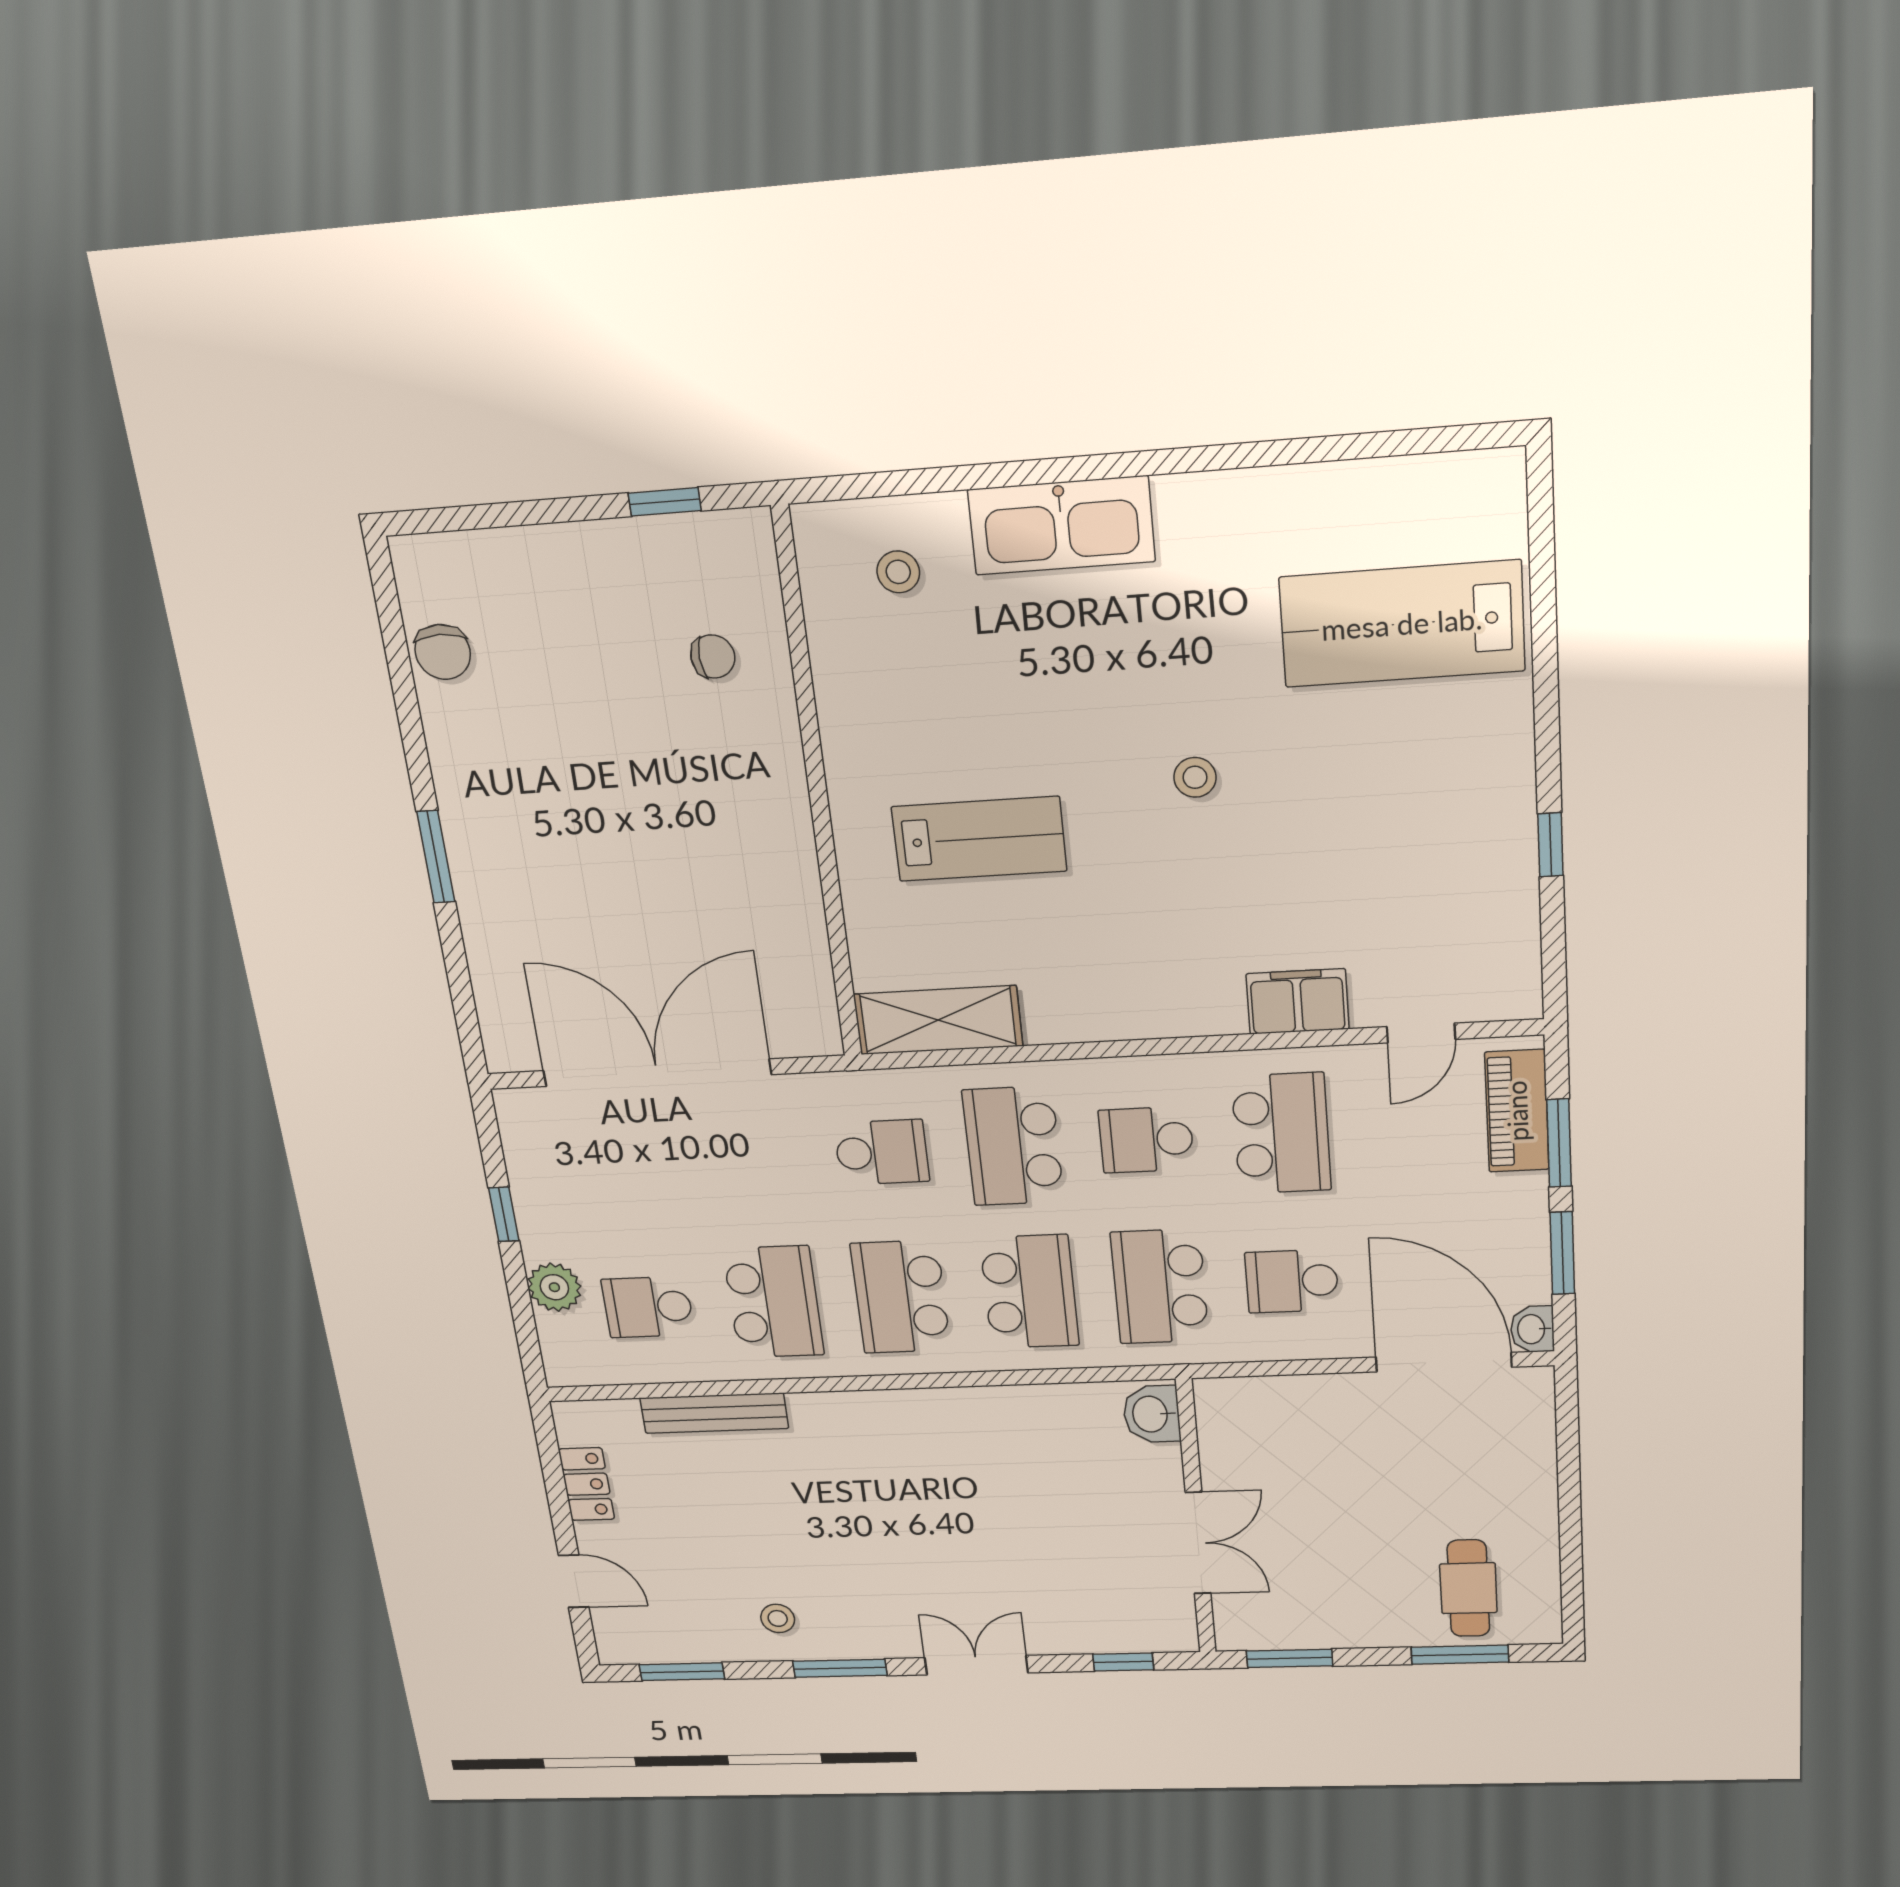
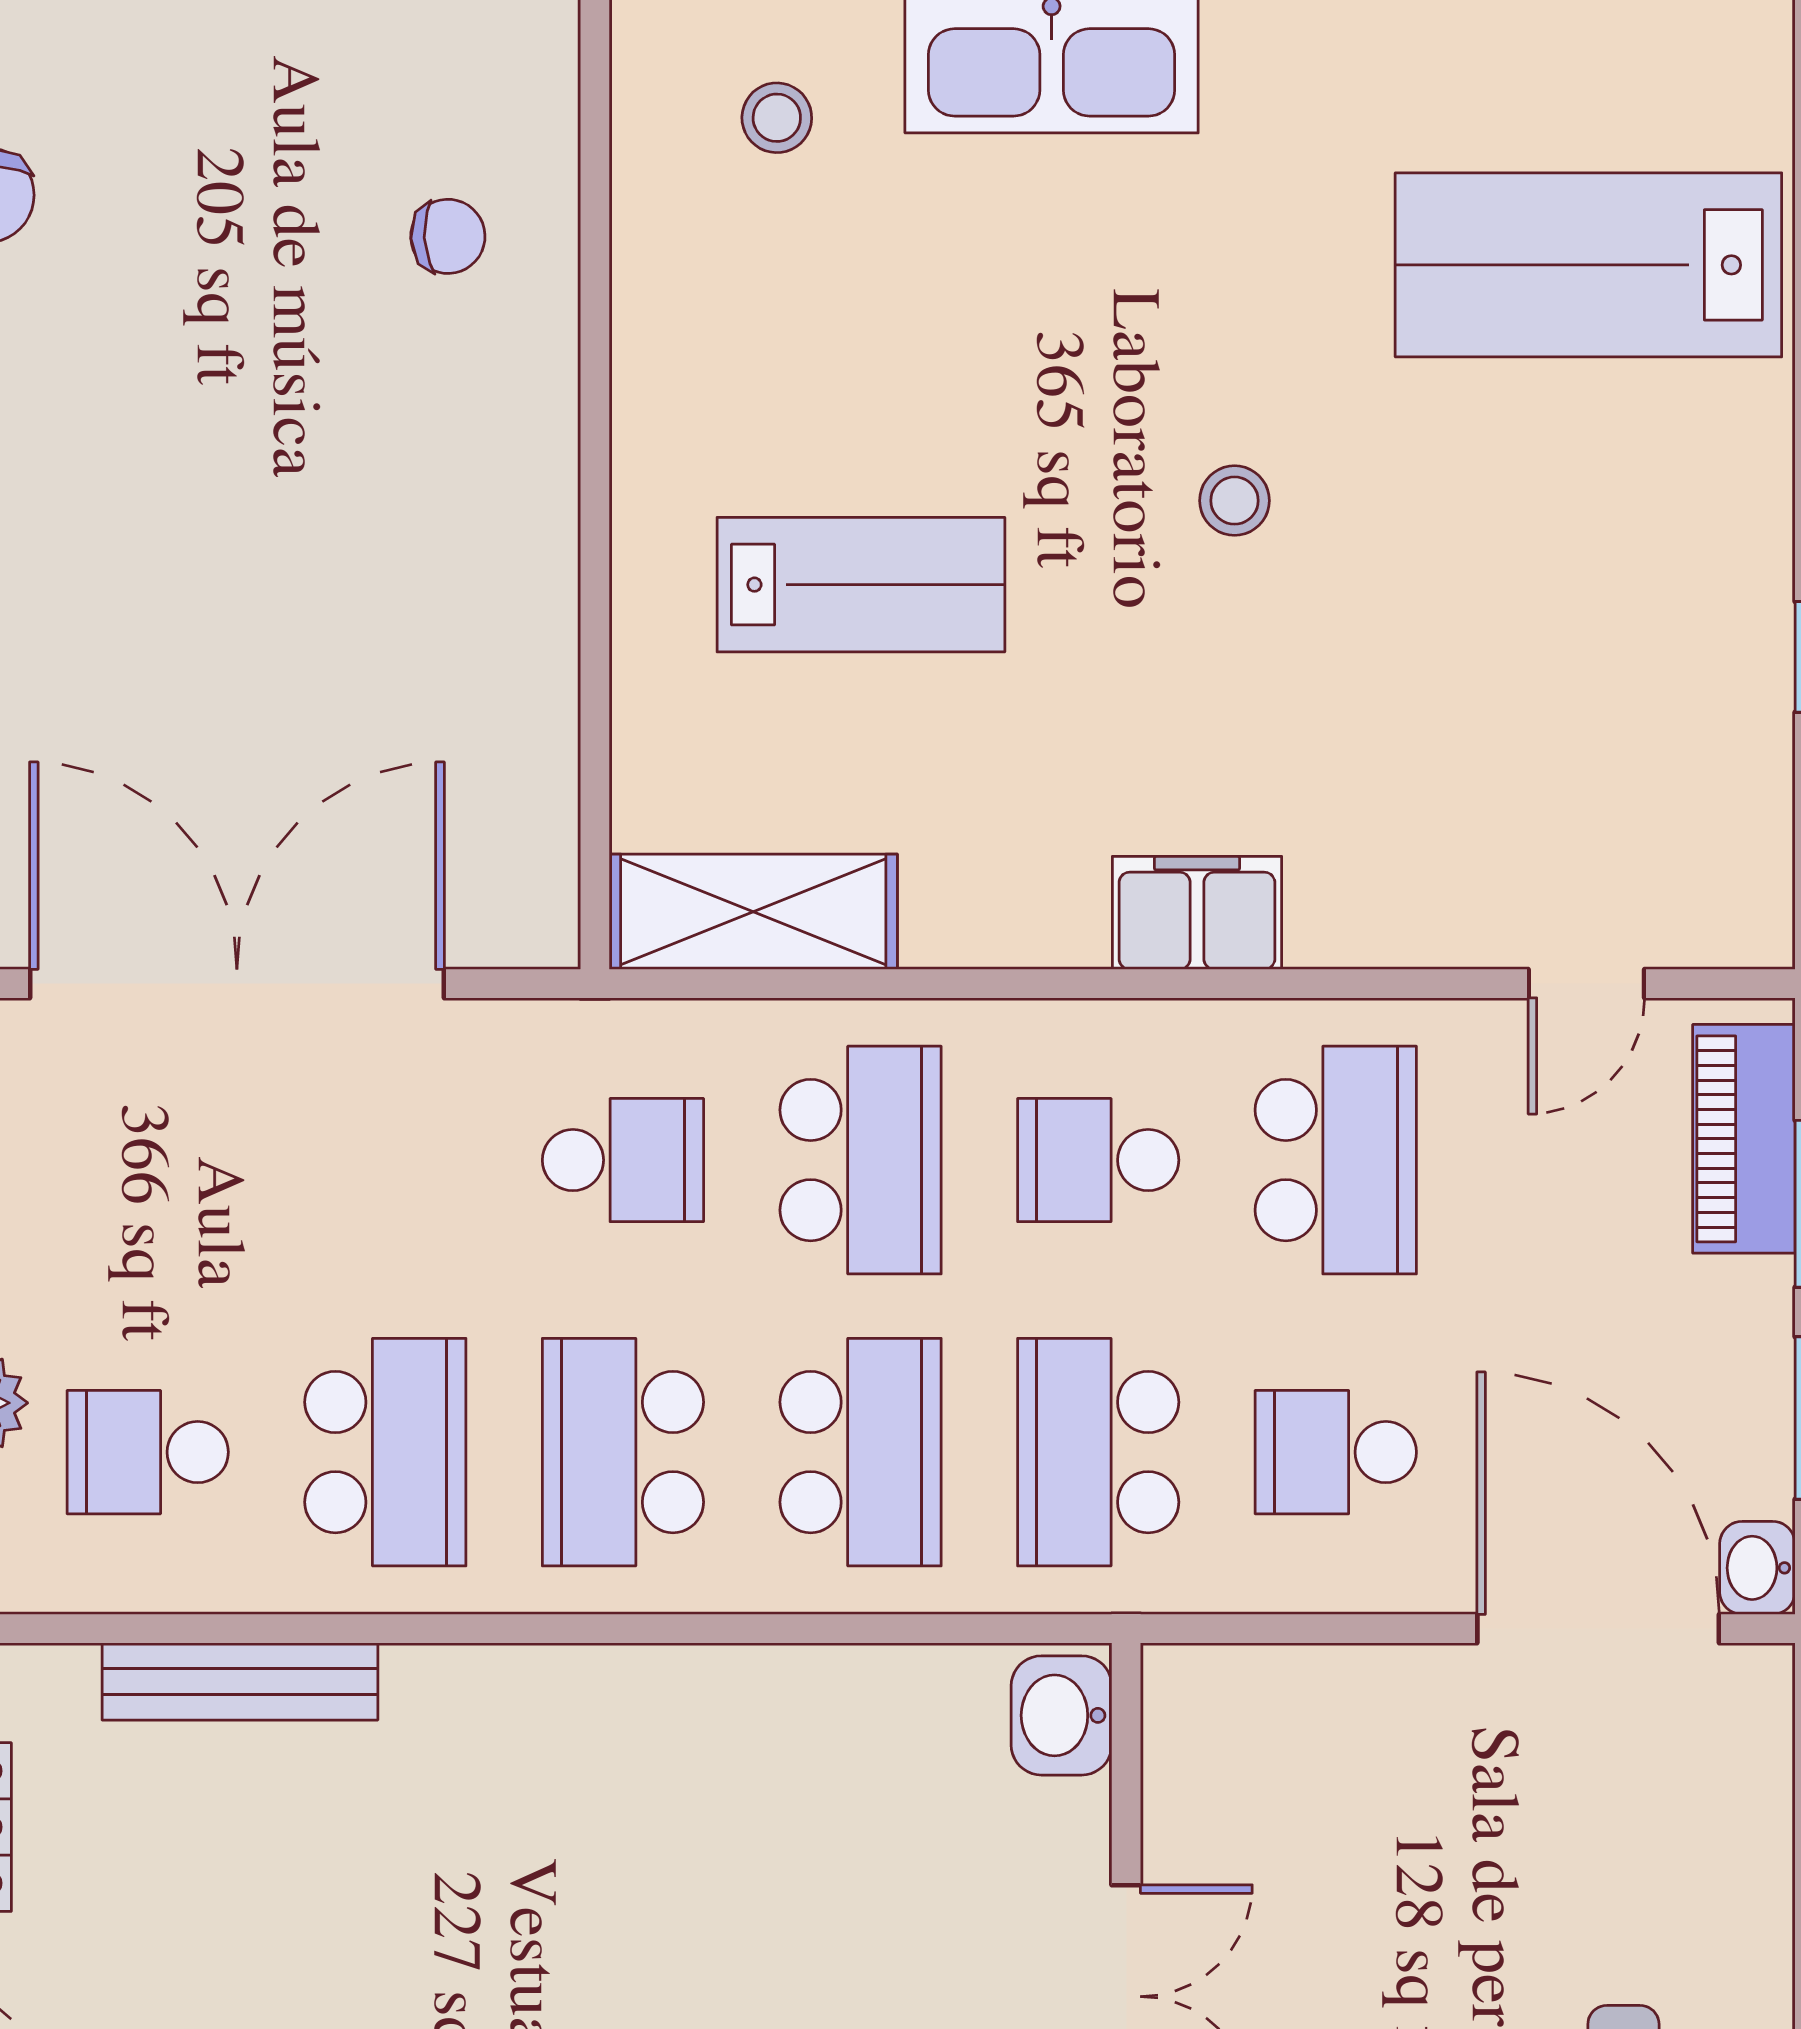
filing cabinet: (1297, 1001) -> (1197, 913), moved
school desk: (1013, 1146) -> (861, 1160), turned 180

